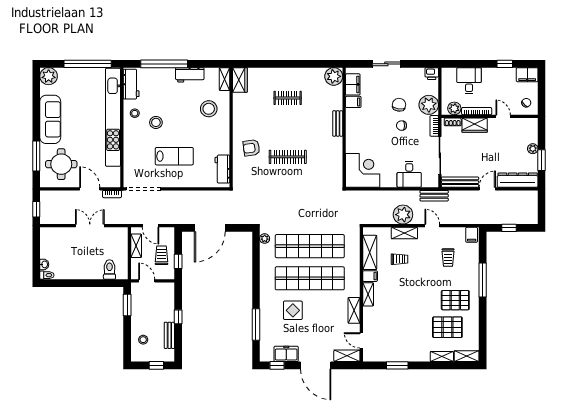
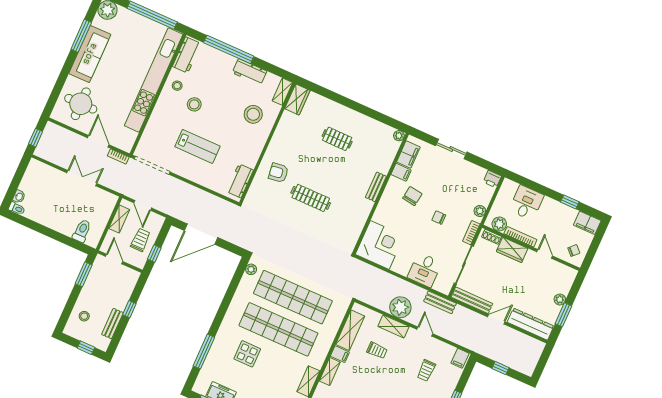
plant: (334, 76) -> (399, 136), width x0.53, depth x0.53
chair: (399, 105) -> (412, 196), moved
plant: (429, 105) -> (480, 211), width x0.53, depth x0.53
window: (36, 156) -> (81, 36), moved

